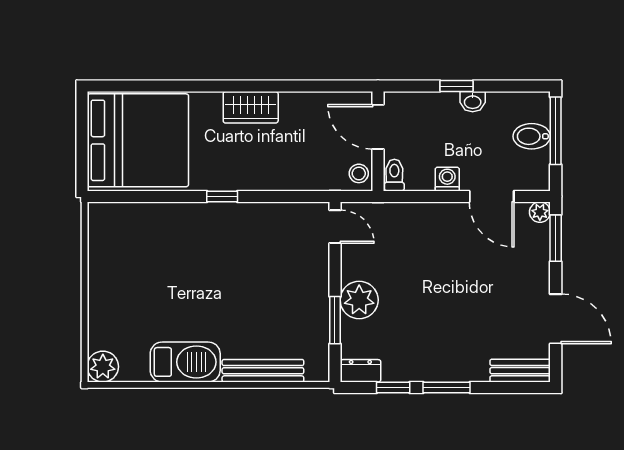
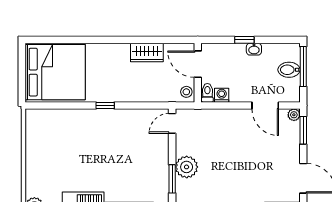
wardrobe: (251, 107) -> (147, 53), moved
washing machine: (447, 179) -> (222, 95), moved
door: (335, 227) -> (172, 123), swing flipped

